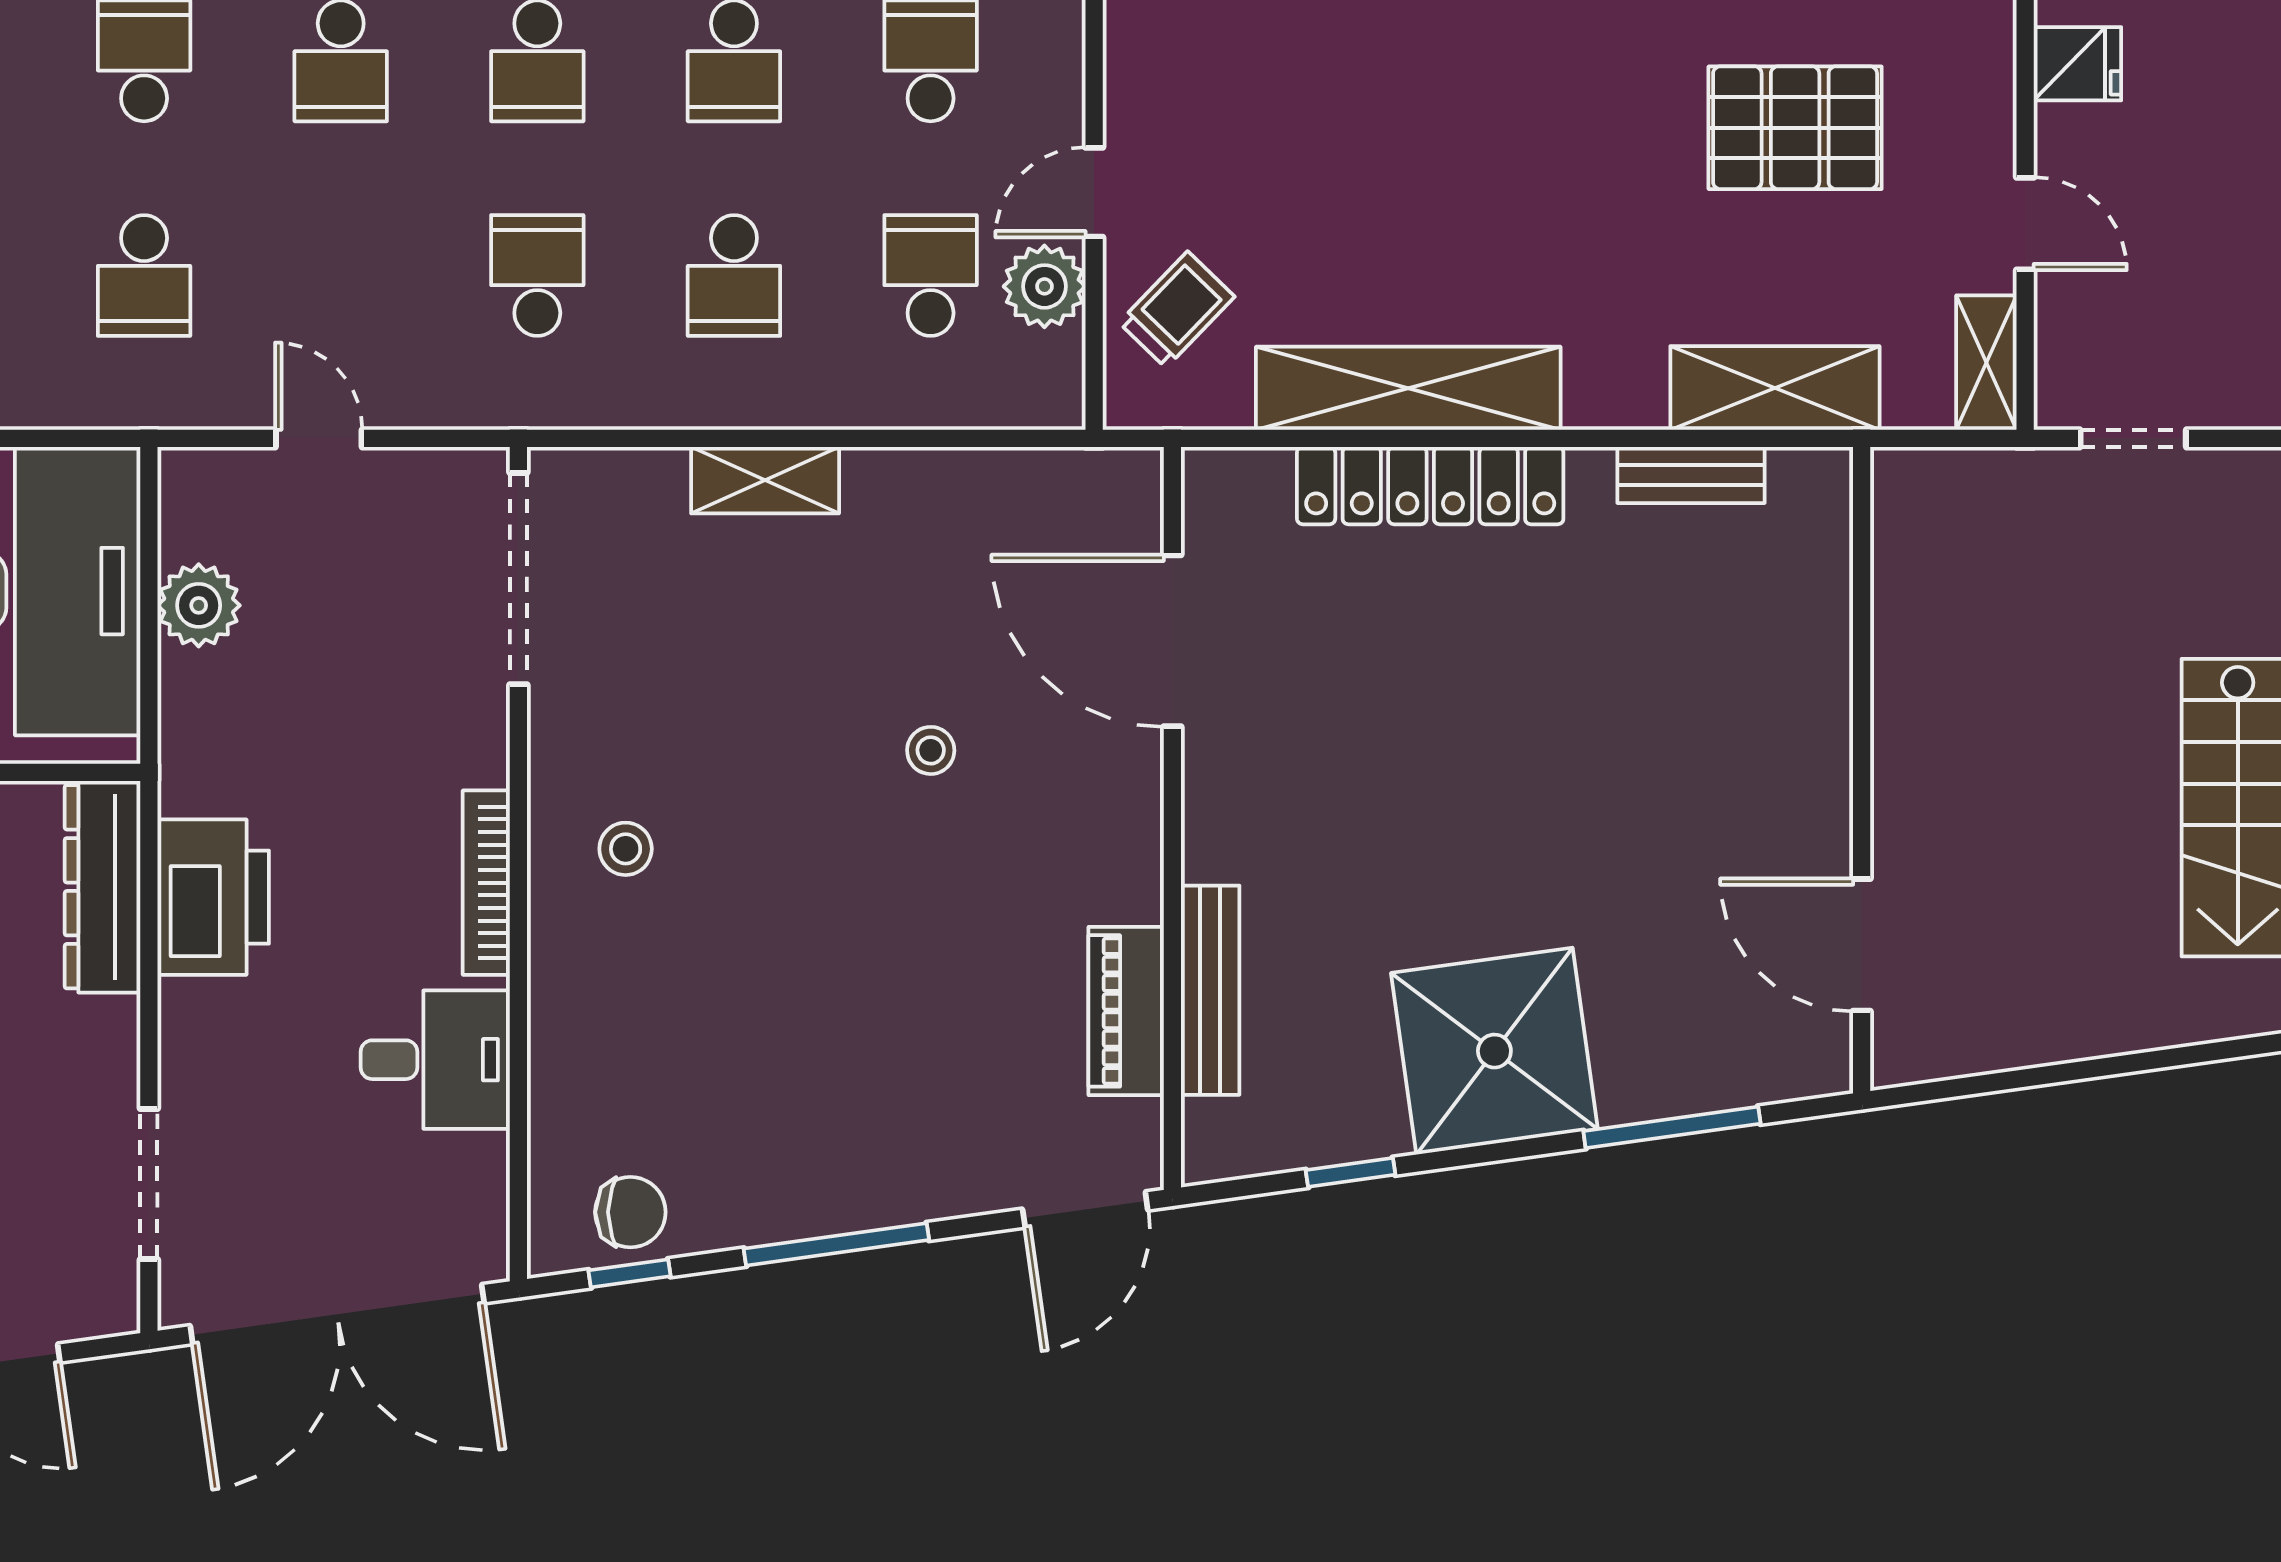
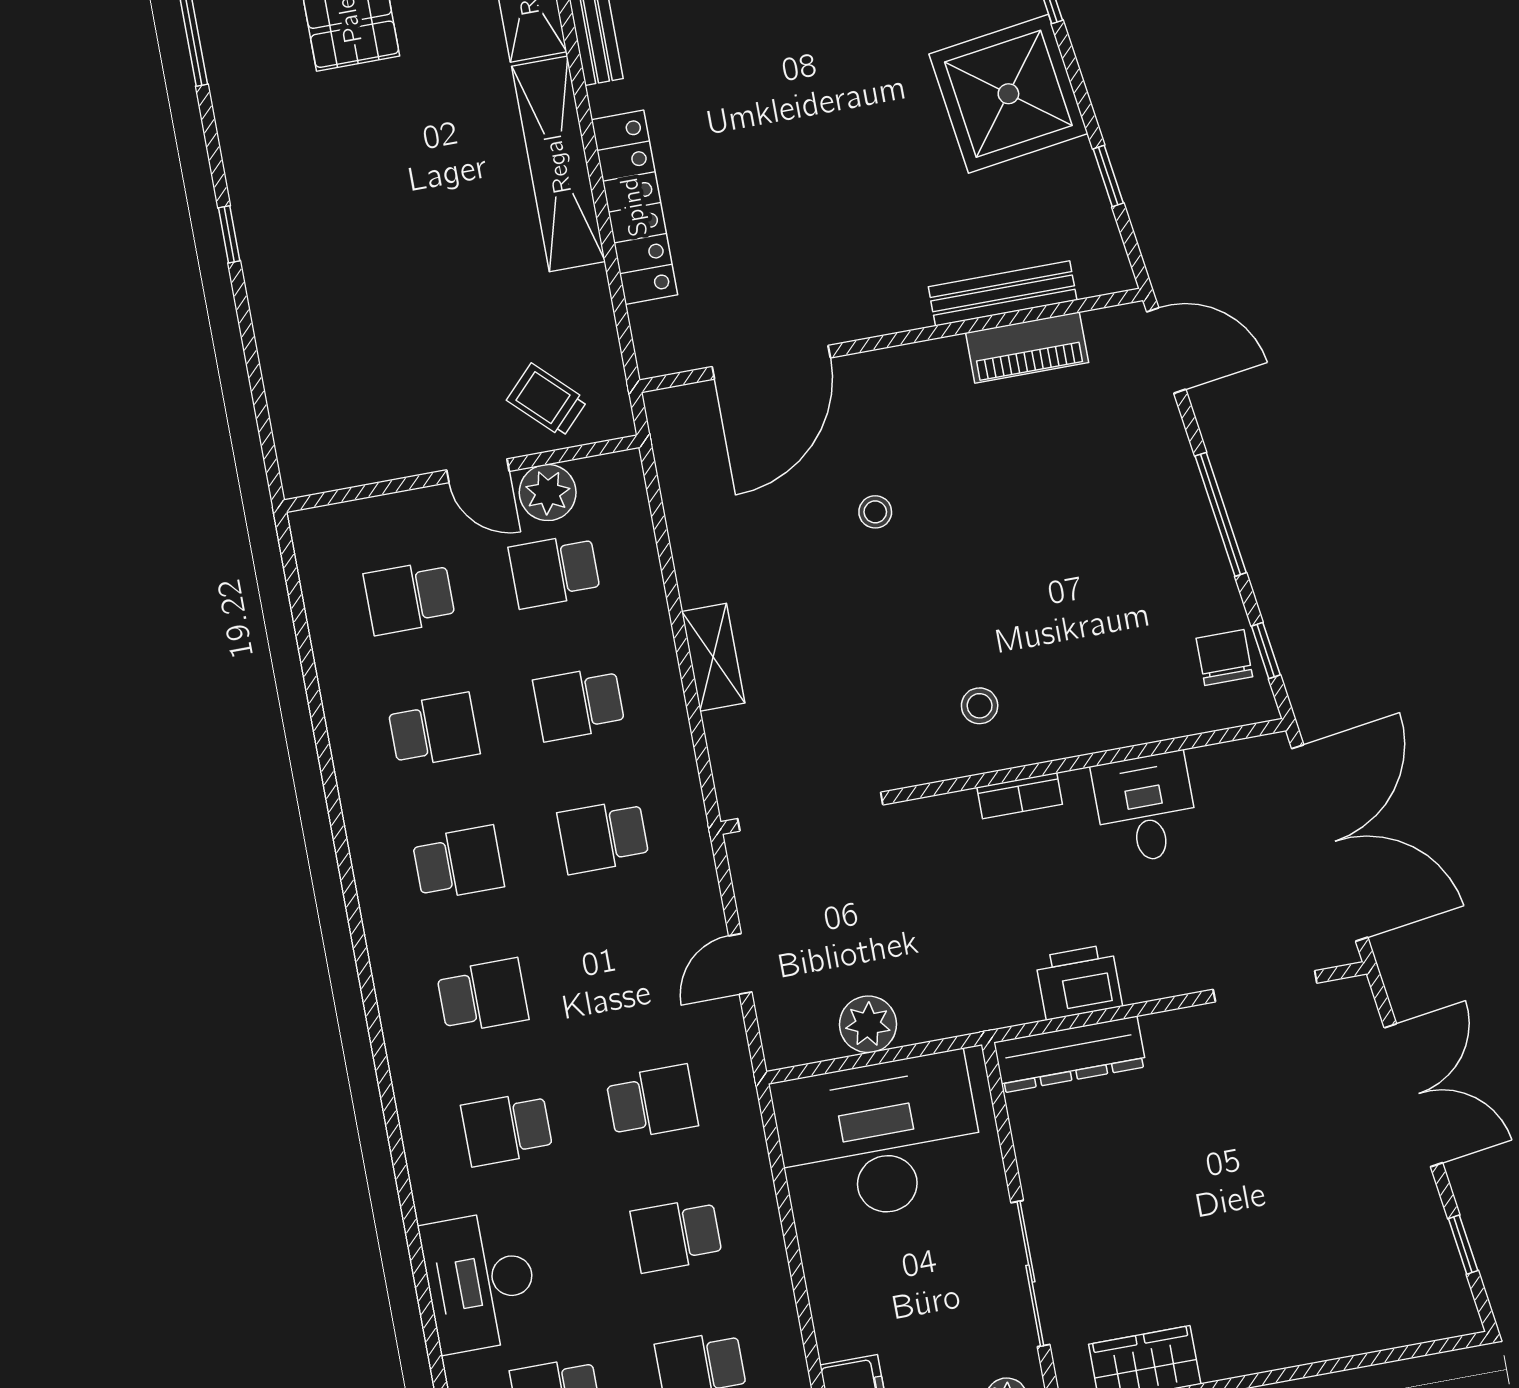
school desk: (734, 276) -> (579, 704), turned 180
shelving: (1408, 388) -> (558, 164), moved
bookcase: (486, 883) -> (1020, 796), width x0.64
printer: (213, 897) -> (1079, 982), width x0.73, depth x0.84

